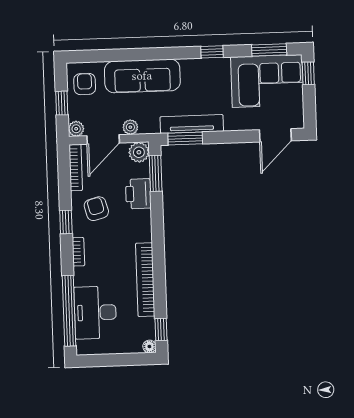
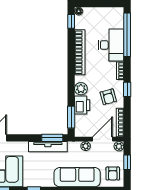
plant: (139, 152) -> (81, 89), moved
desk: (95, 313) -> (111, 45), moved

